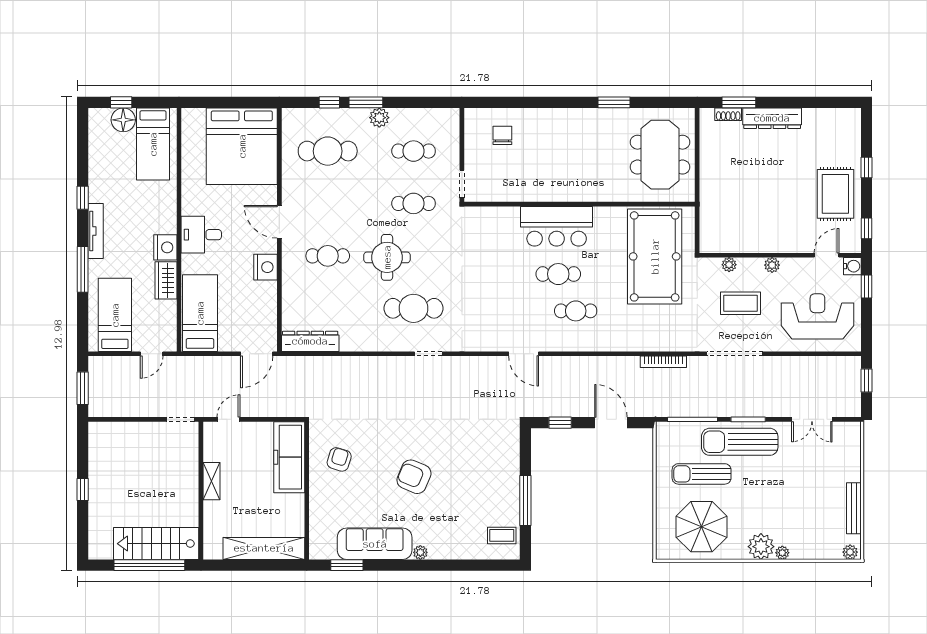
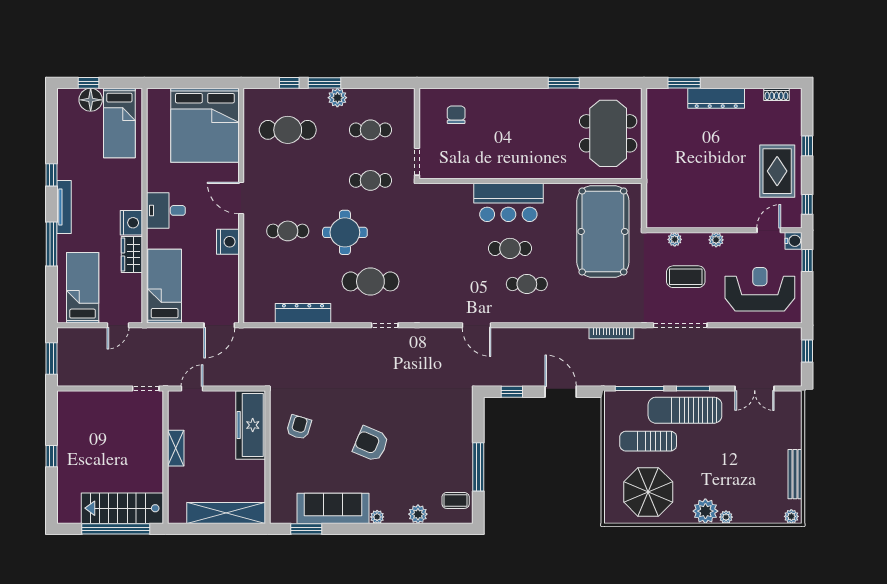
shoe rack: (728, 114) -> (776, 94), moved
dresser: (310, 341) -> (303, 313), moved
plant: (463, 550) -> (418, 514), added

